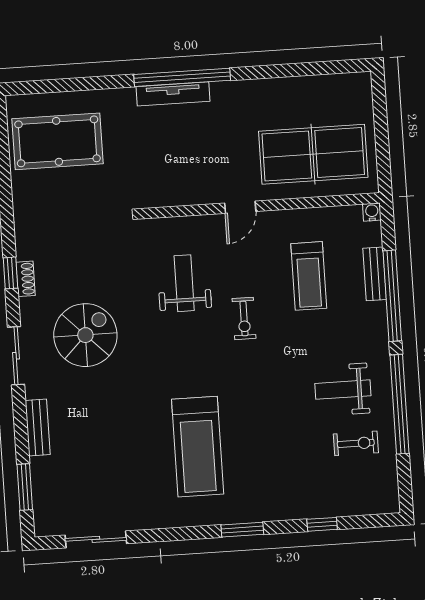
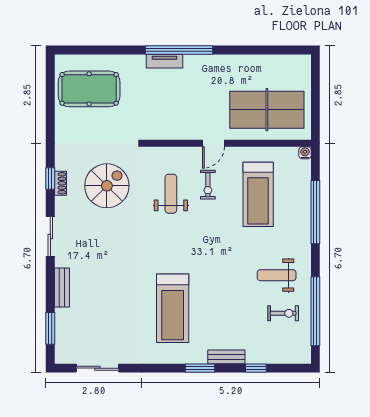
tv unit: (173, 94) -> (165, 61), width x0.71
bench: (375, 274) -> (226, 357), moved, turned 90
treadmill: (309, 276) -> (258, 194), width x1.37, depth x1.38
exercise bike: (244, 318) -> (208, 185), moved
spiral stairs: (85, 335) -> (107, 186), moved
window: (400, 404) -> (315, 311), moved

